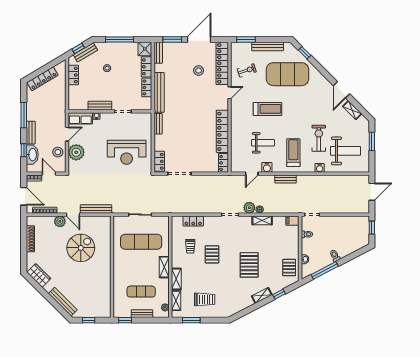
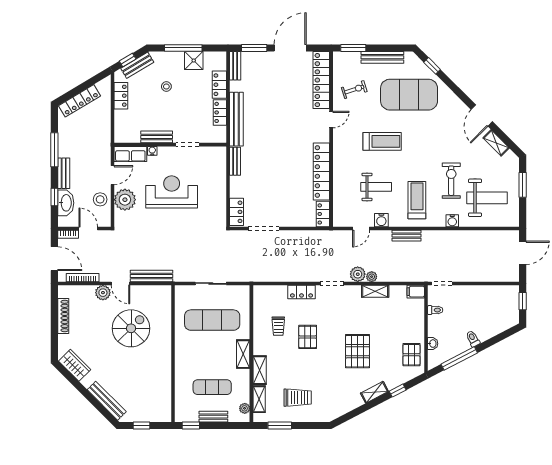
shower: (145, 49) -> (194, 61), moved
stool: (199, 71) -> (290, 90), removed
reception desk: (127, 152) -> (172, 192), moved, turned 180
locker: (193, 221) -> (302, 292), moved

